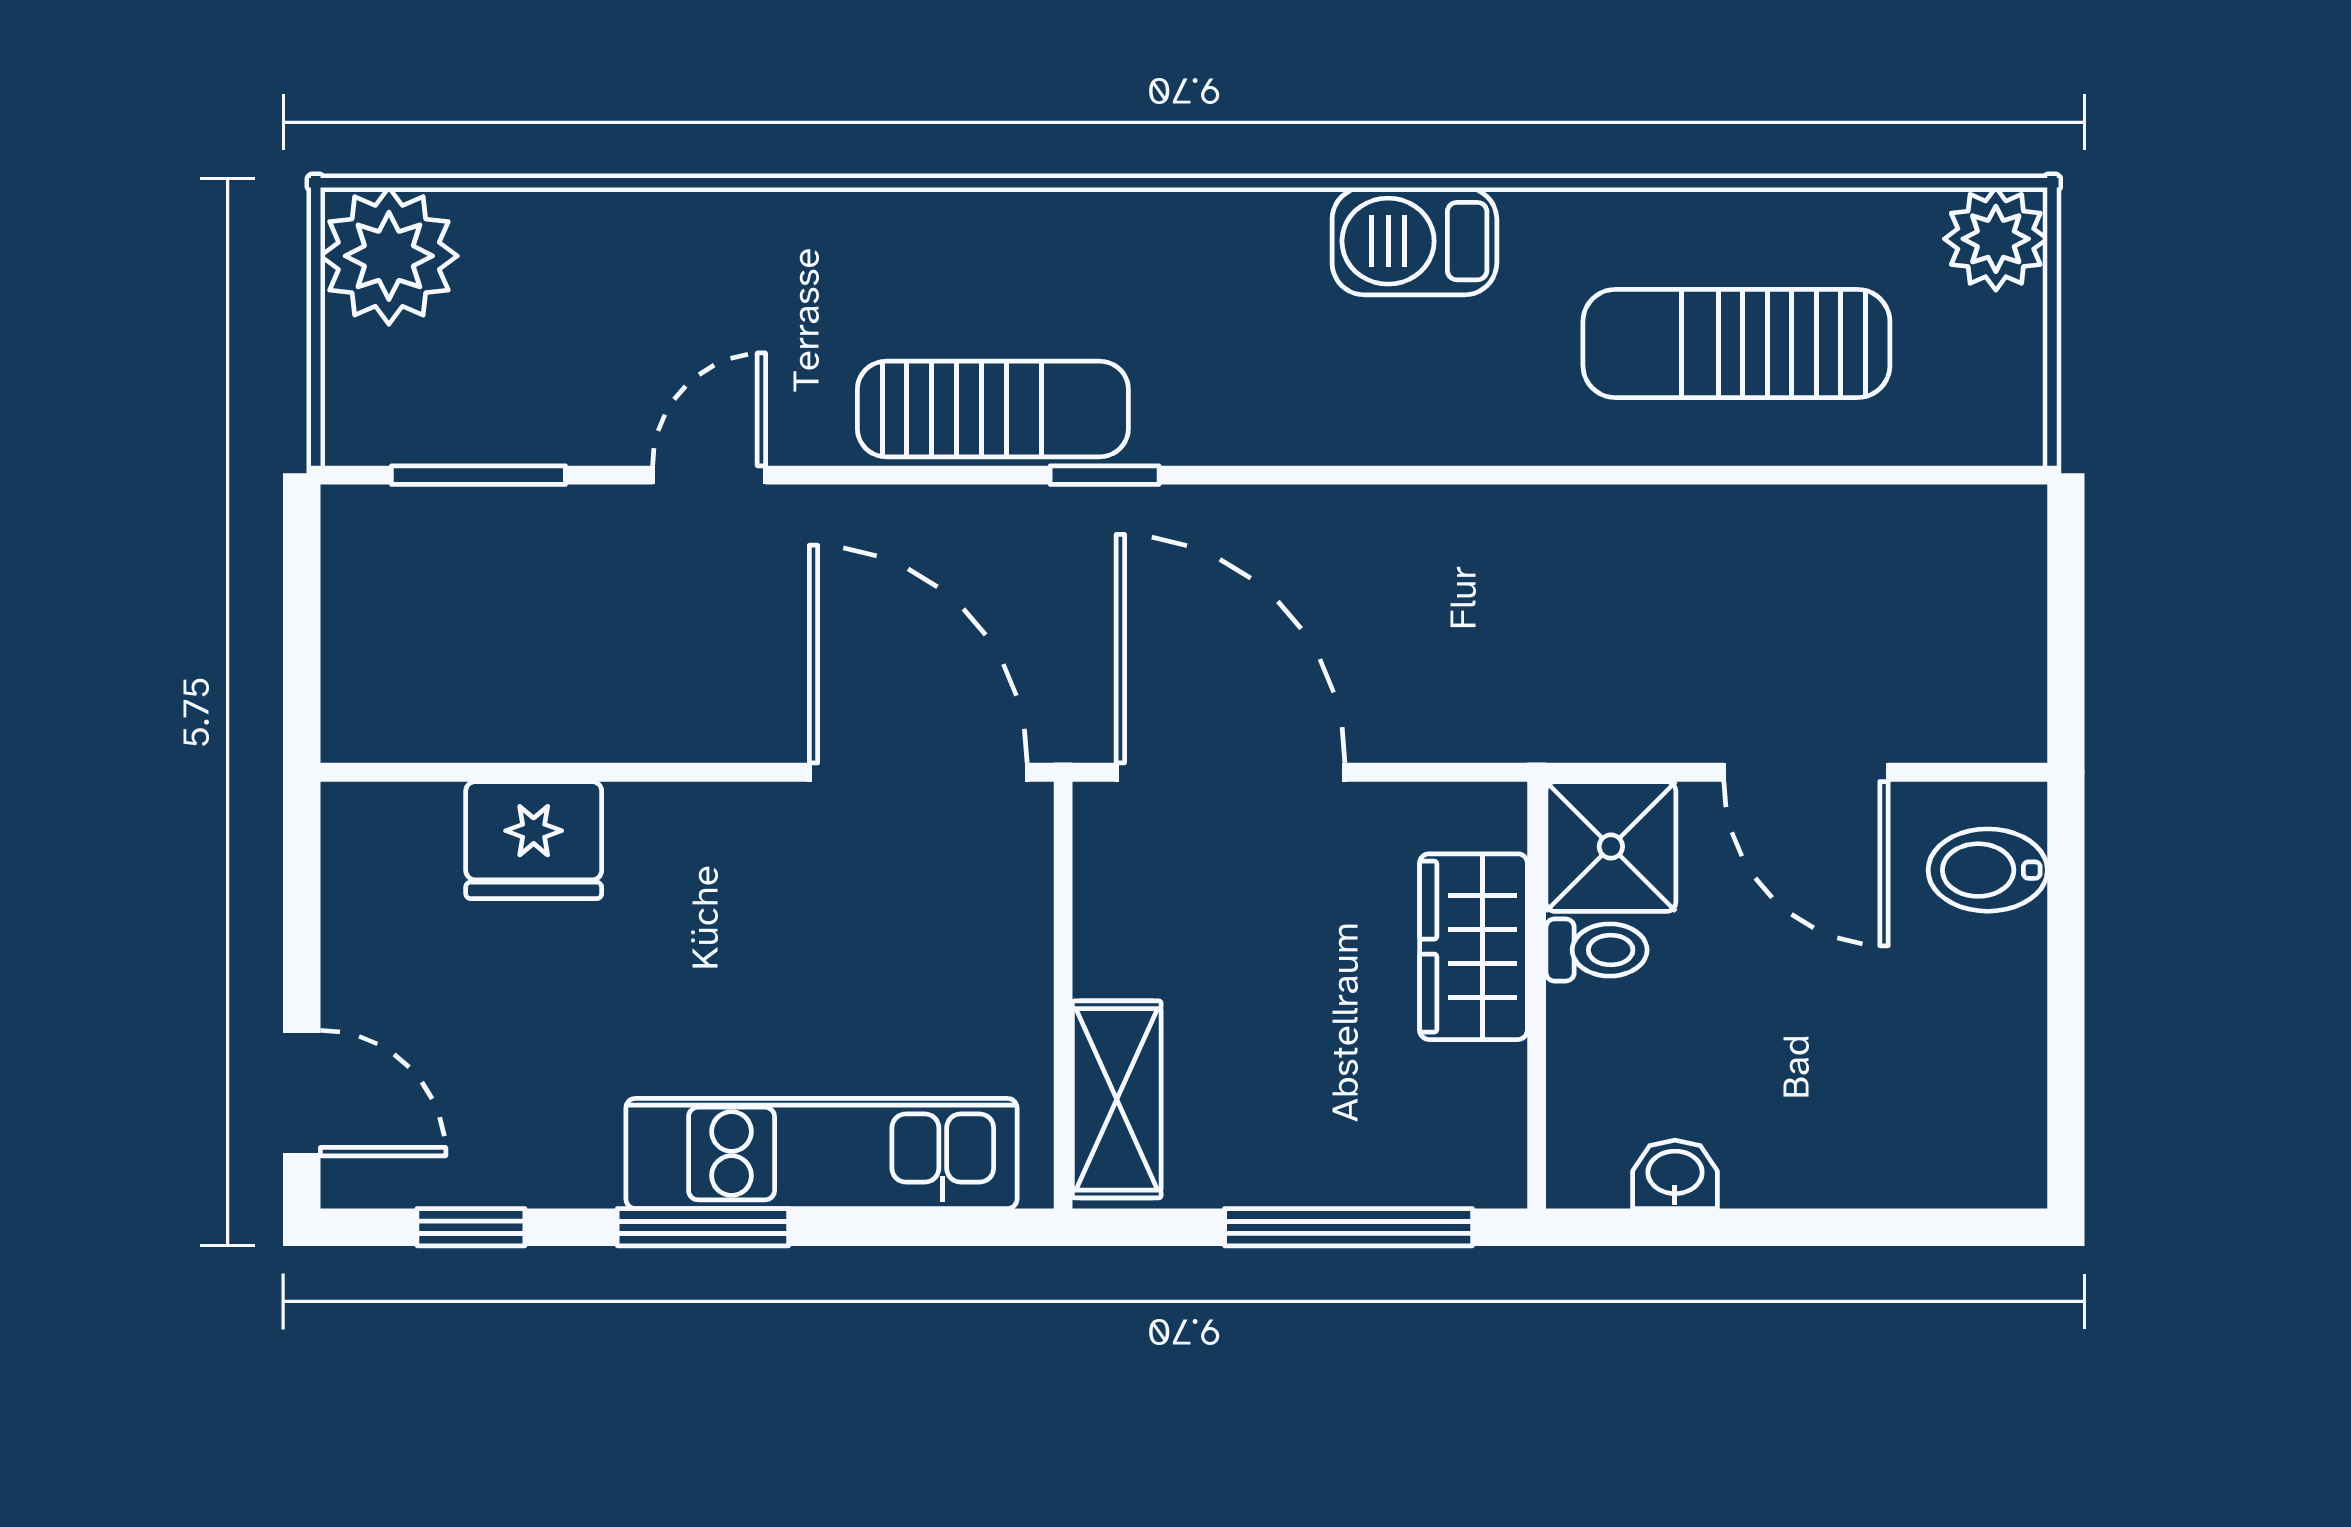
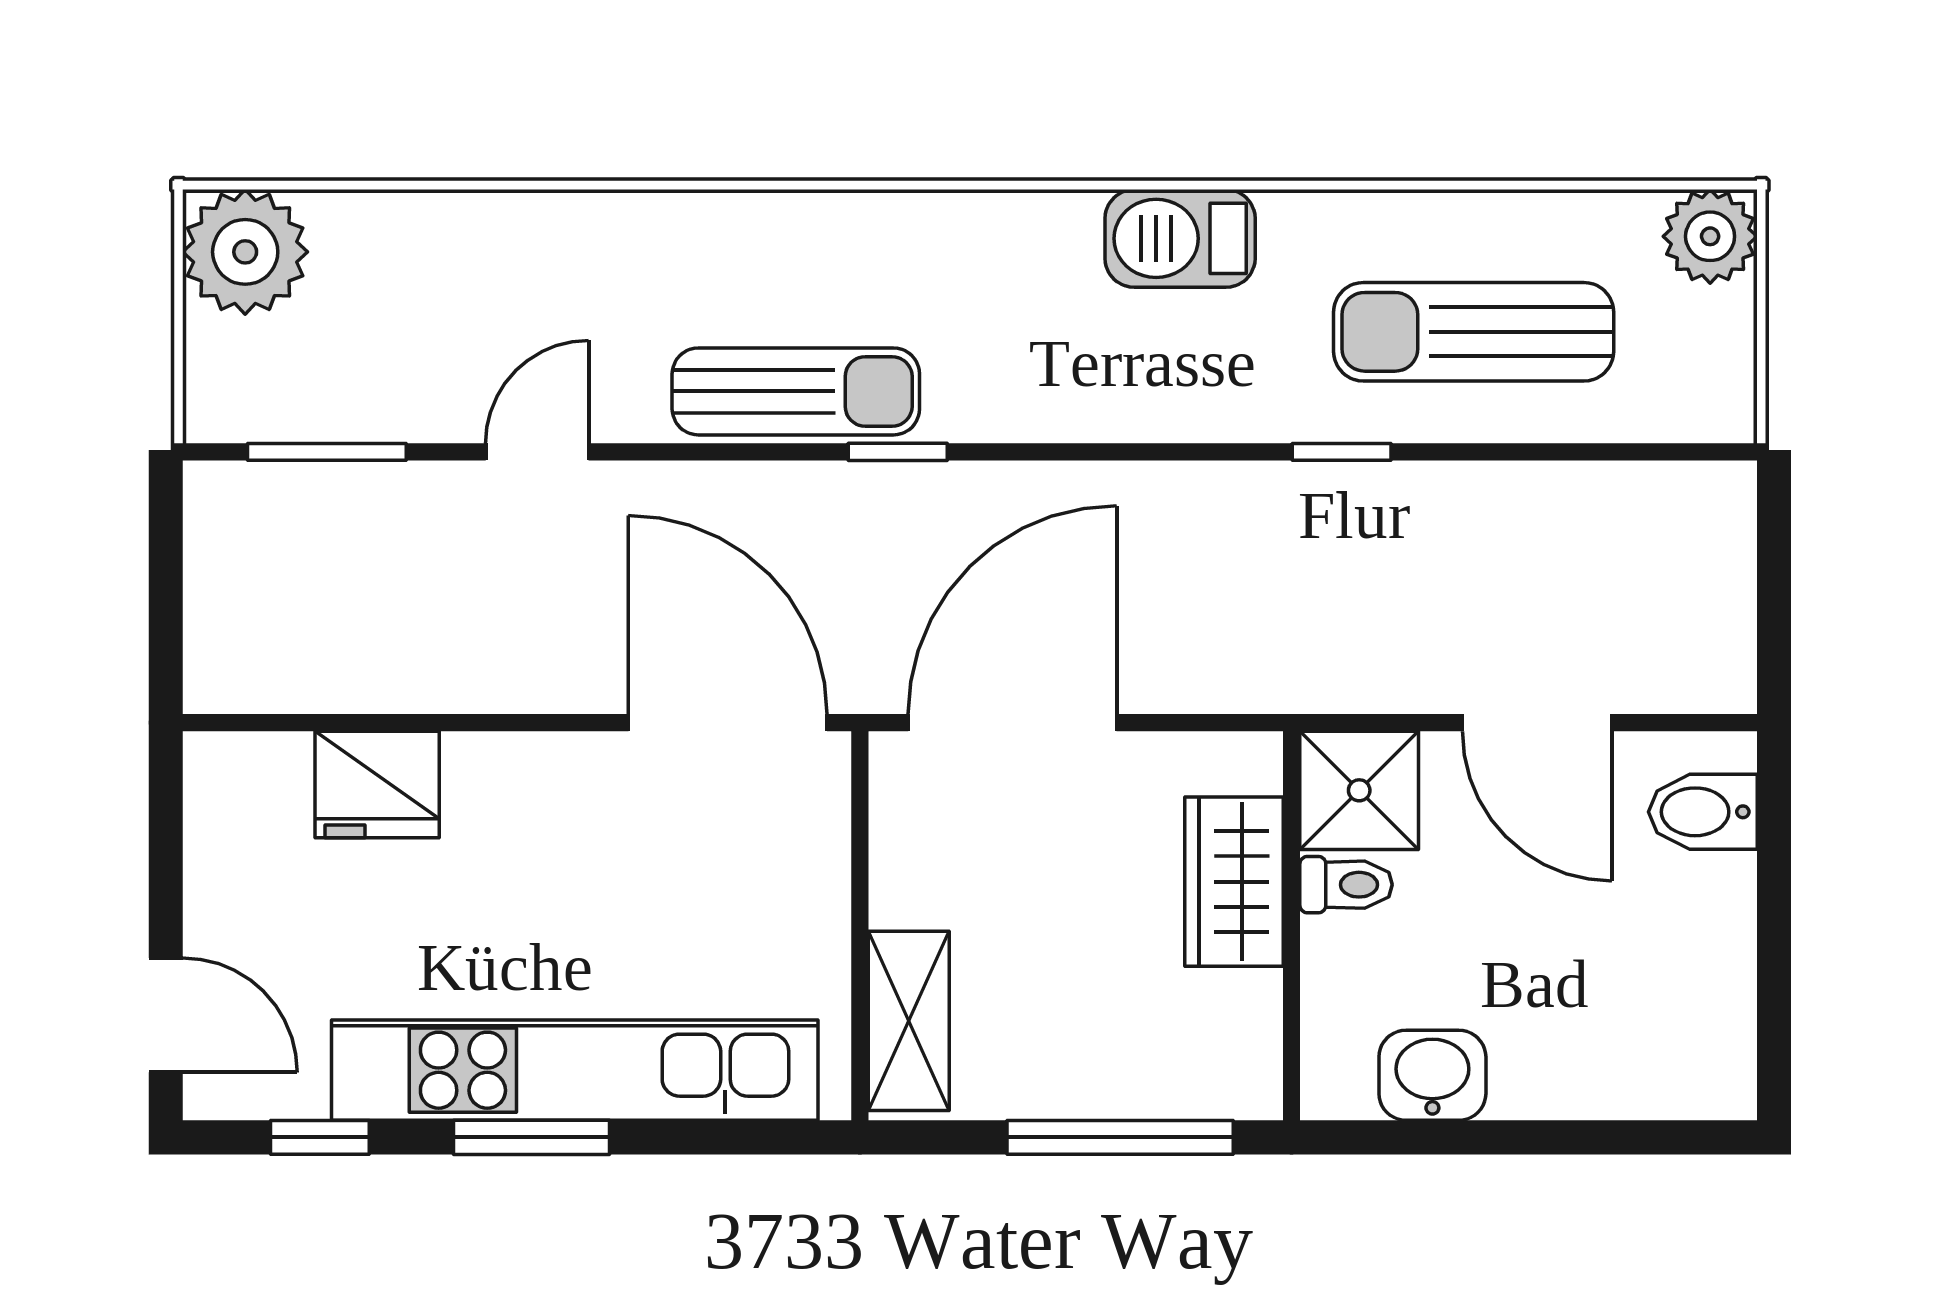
window: (1592, 475) -> (1342, 452), added
door: (1231, 772) -> (1012, 723), hinge flipped
kitchen unit: (821, 1154) -> (575, 1070), width x1.36
washbasin: (1675, 1174) -> (1432, 1075), width x1.38, depth x1.45

